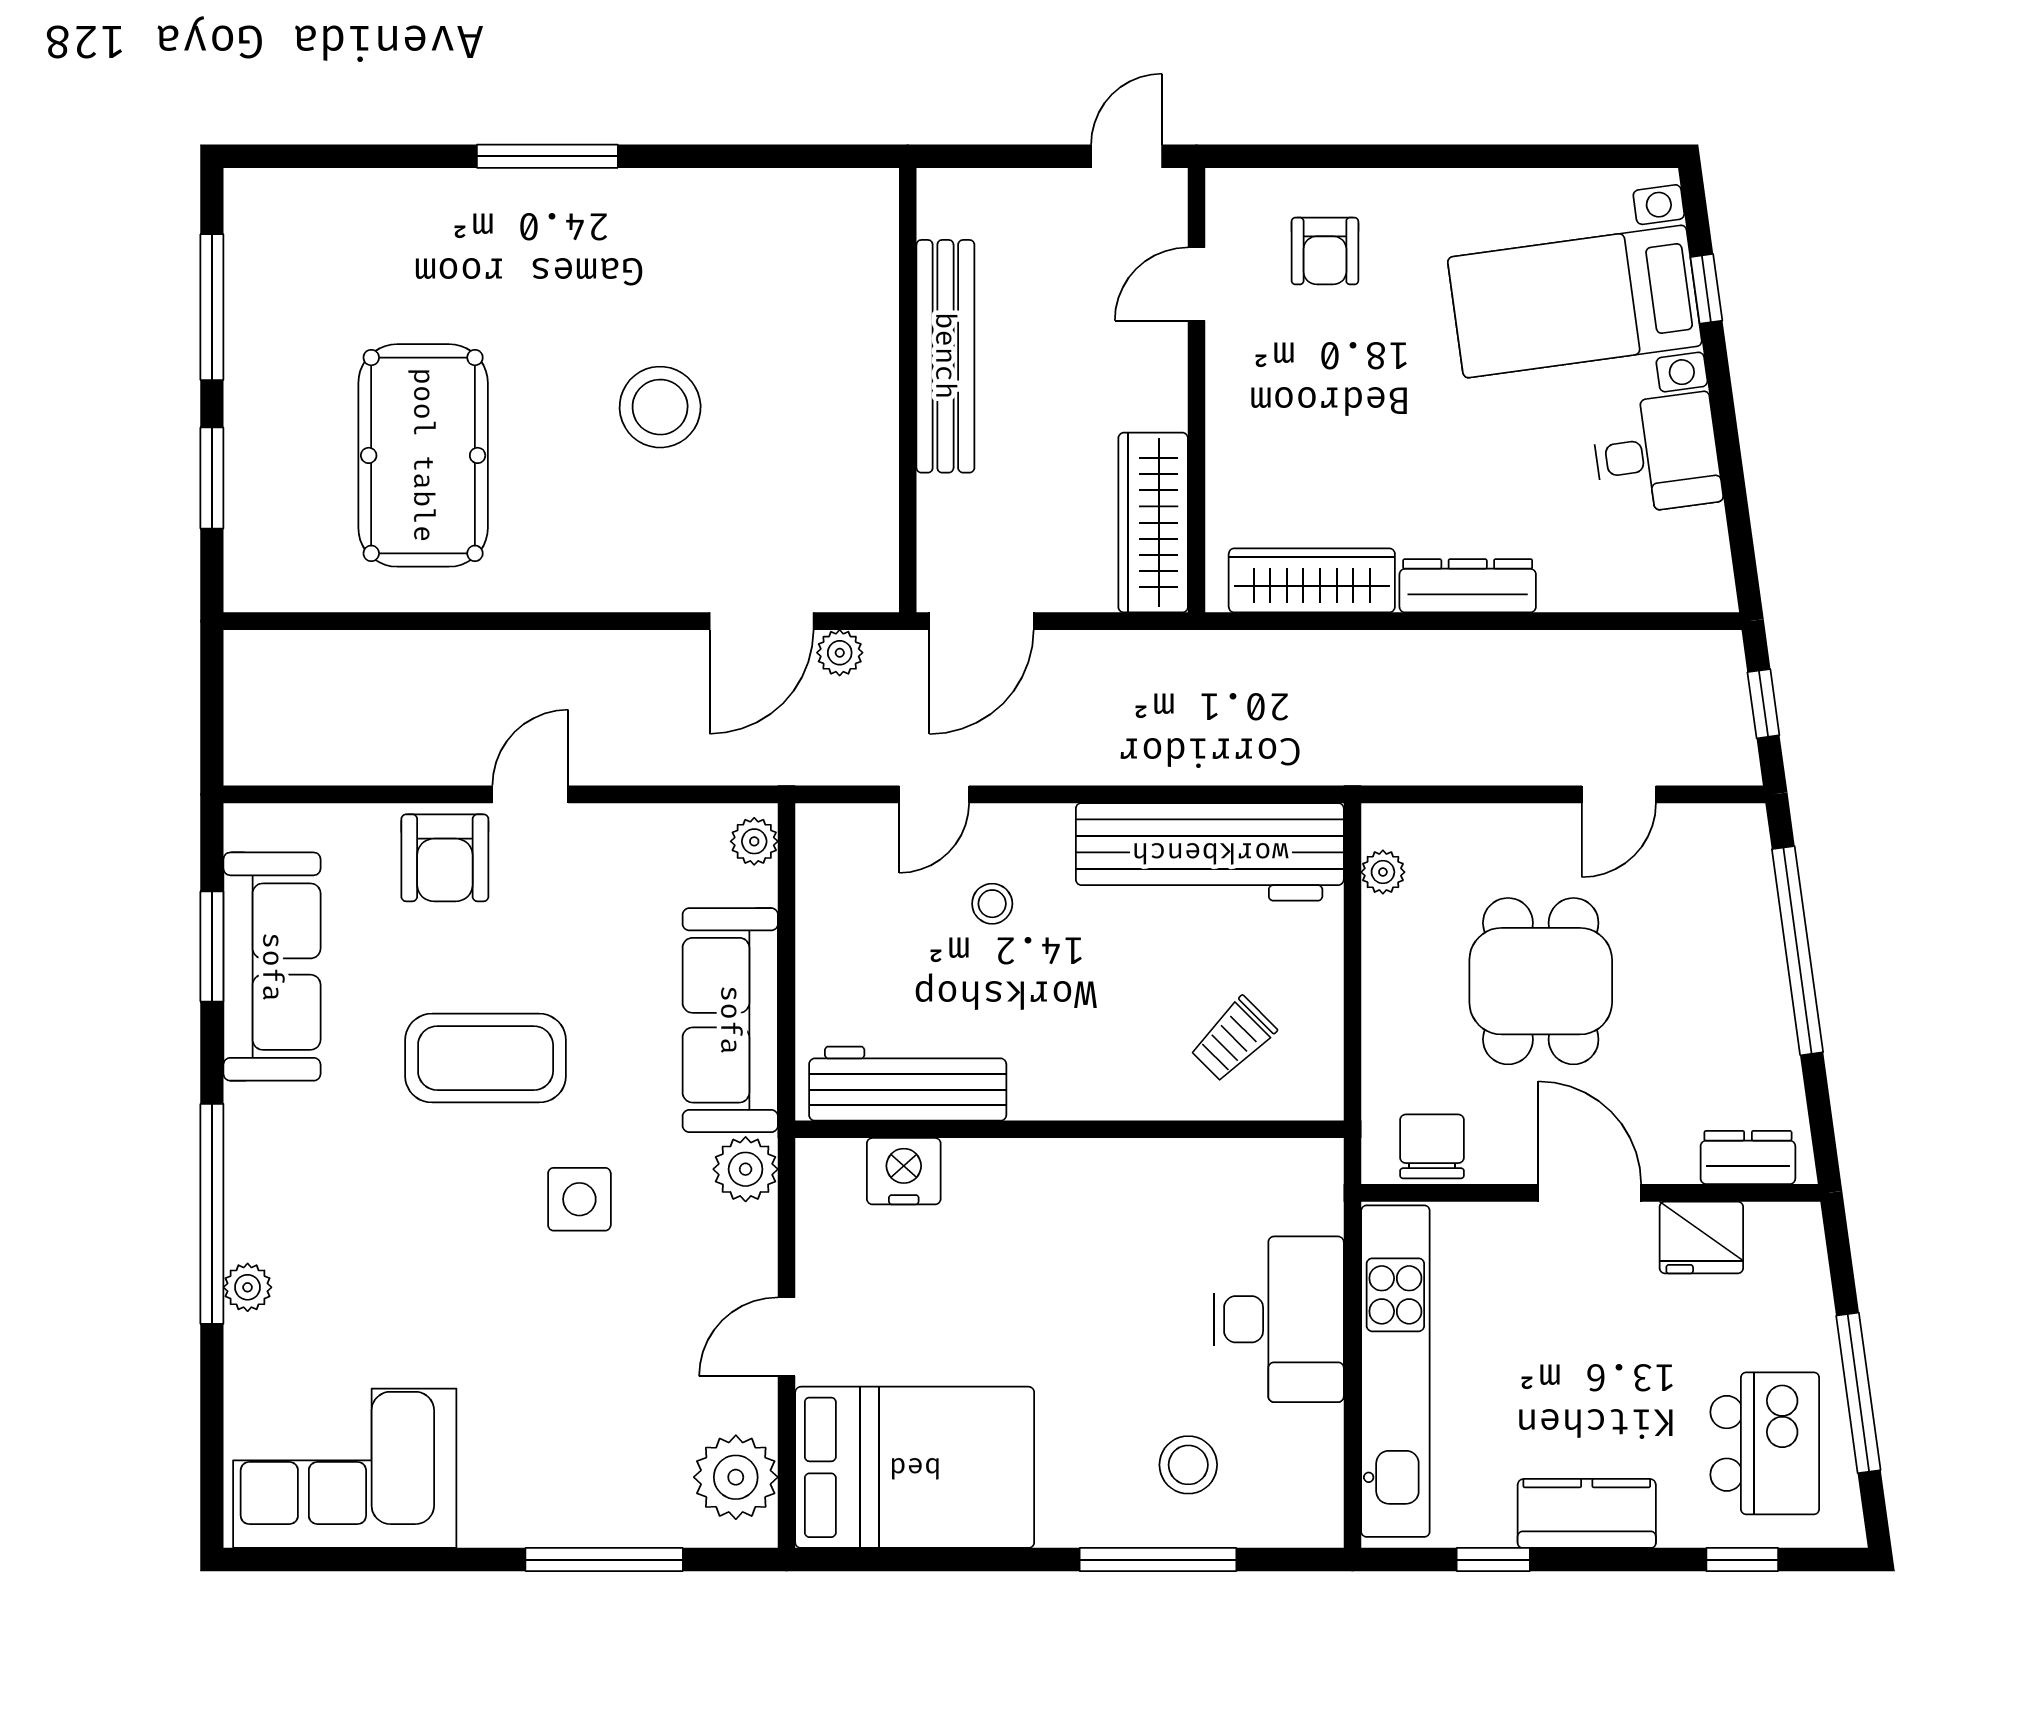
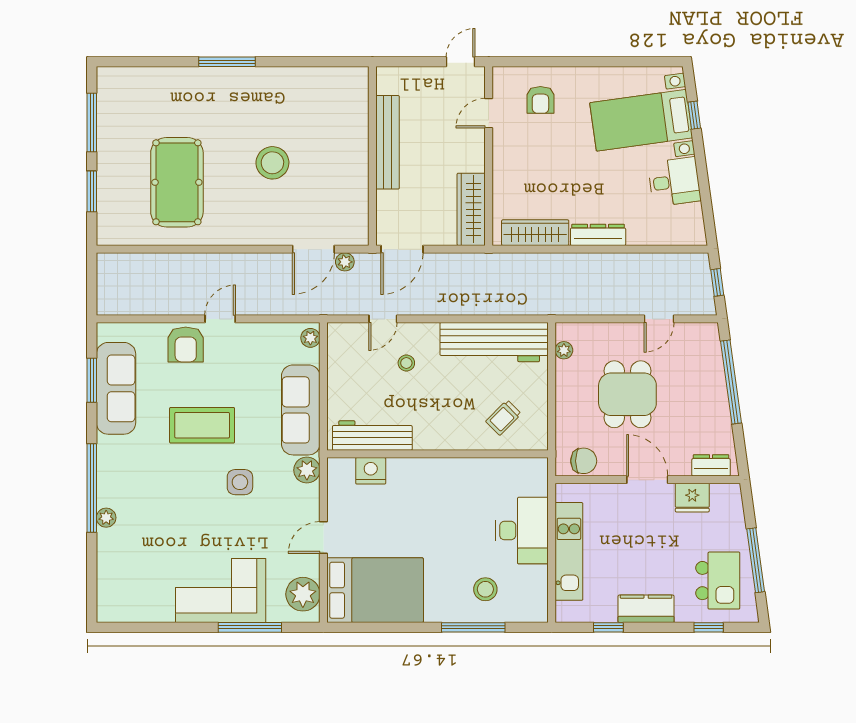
chair: (1432, 1146) -> (584, 461), turned 90
kitchen unit: (1395, 1371) -> (569, 551), width x0.73
corner sofa: (345, 1468) -> (221, 591), moved

